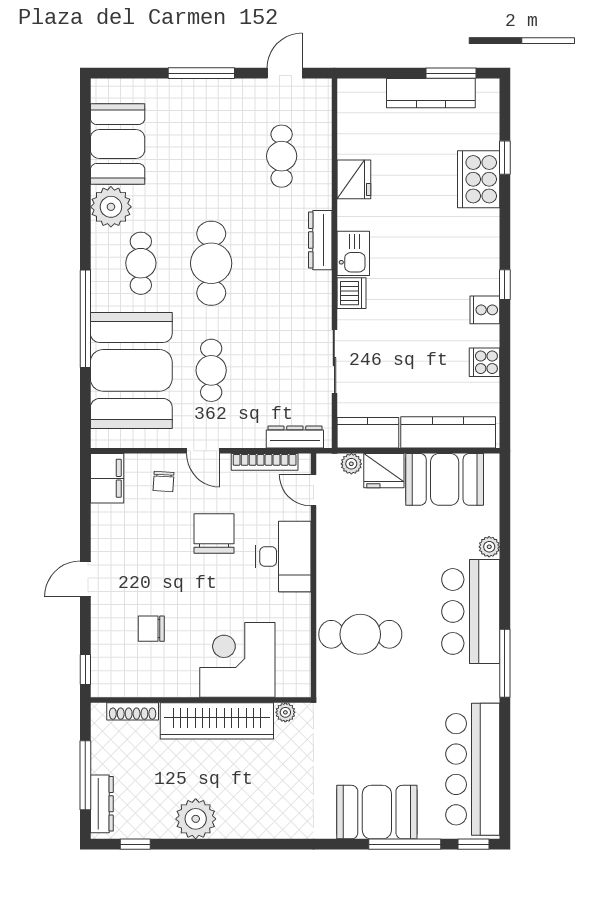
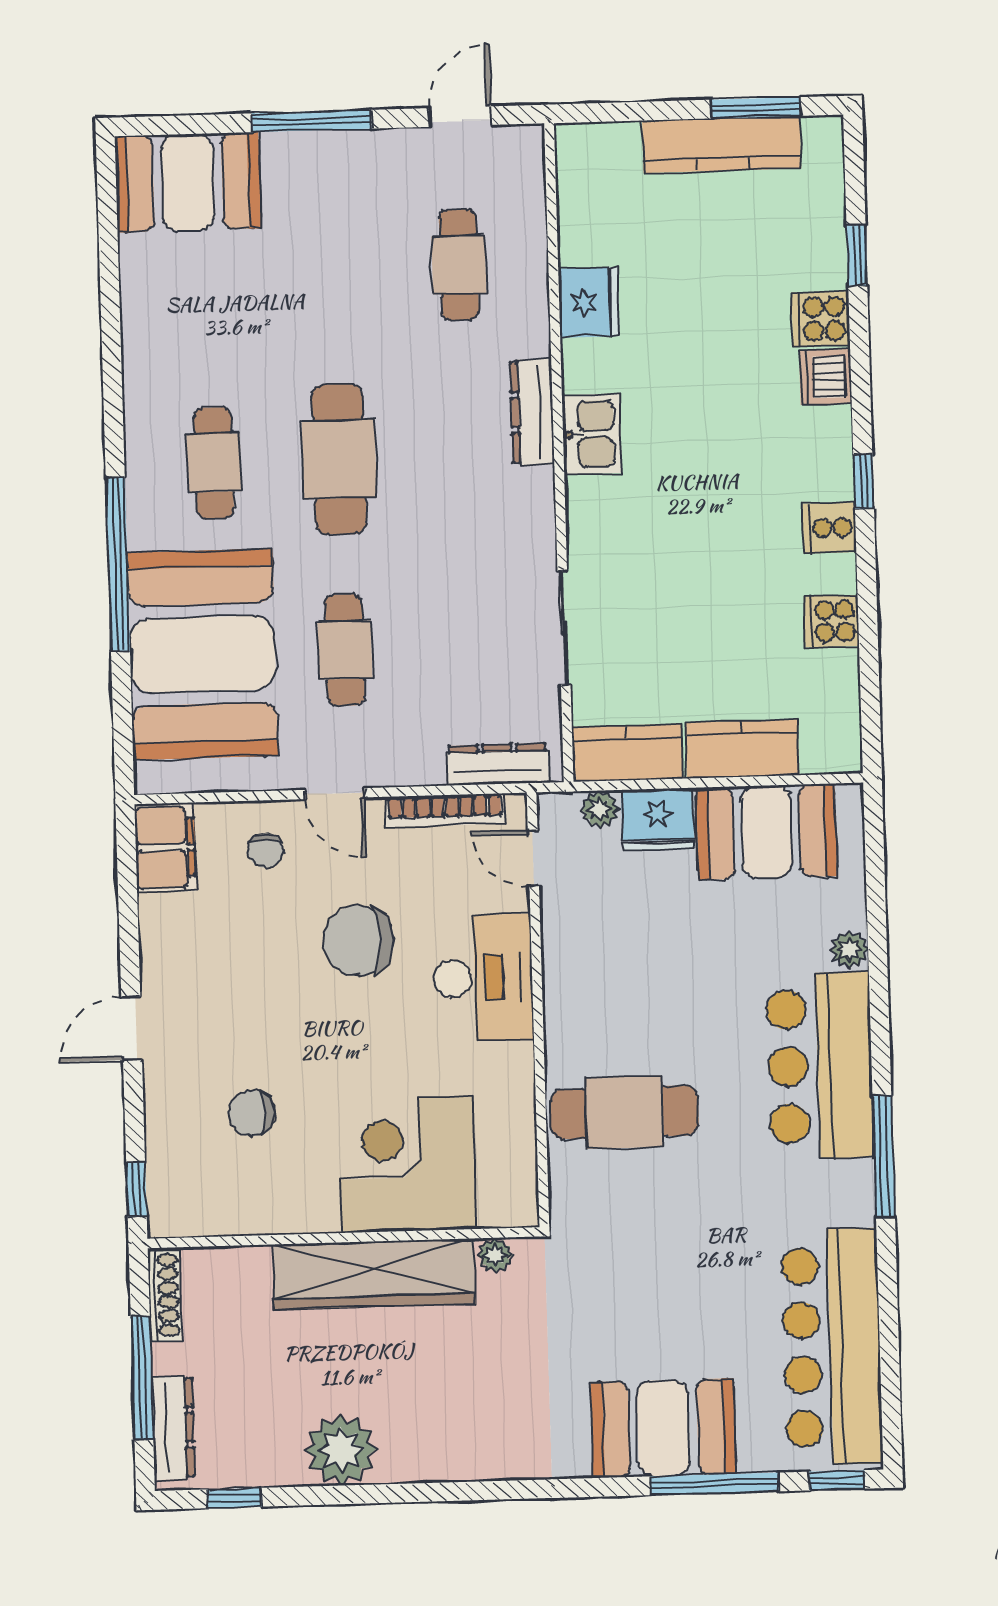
booth: (118, 144) -> (188, 182), moved, turned 90
cooker: (479, 179) -> (821, 319), width x0.53, depth x0.76
plant: (111, 207) -> (158, 364), removed
dishwasher: (351, 293) -> (826, 377), moved, turned 180
kitchen counter: (448, 432) -> (742, 749), width x0.67
chair: (214, 534) -> (358, 941), turned -90
shoe rack: (133, 711) -> (165, 1295), moved, turned -90

